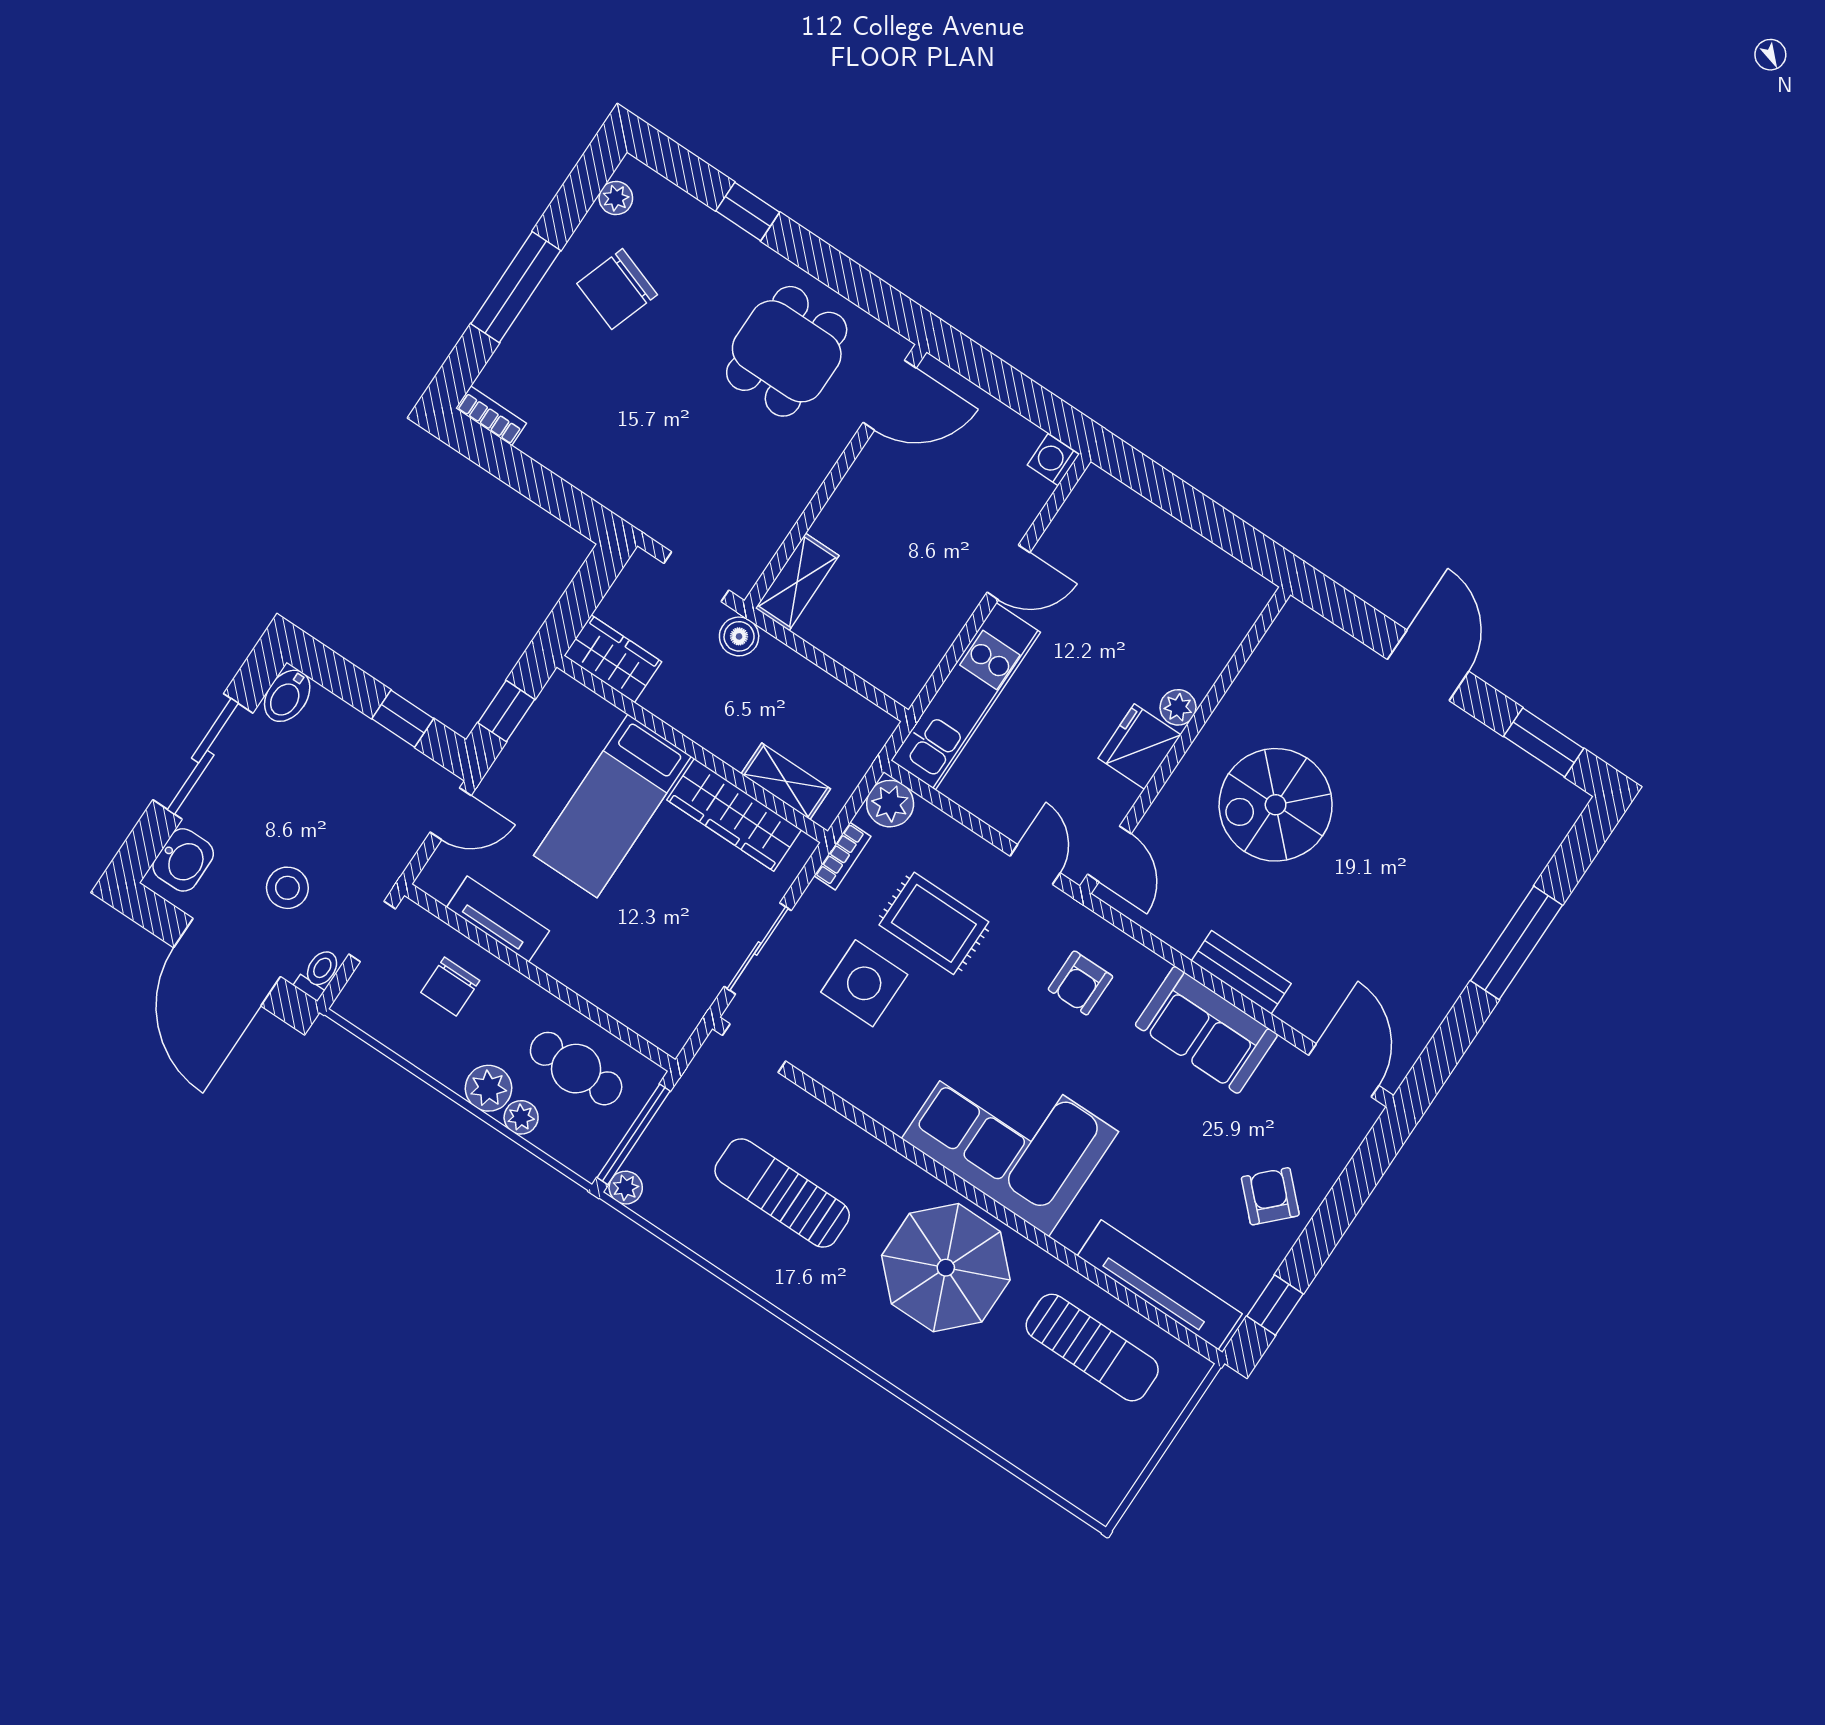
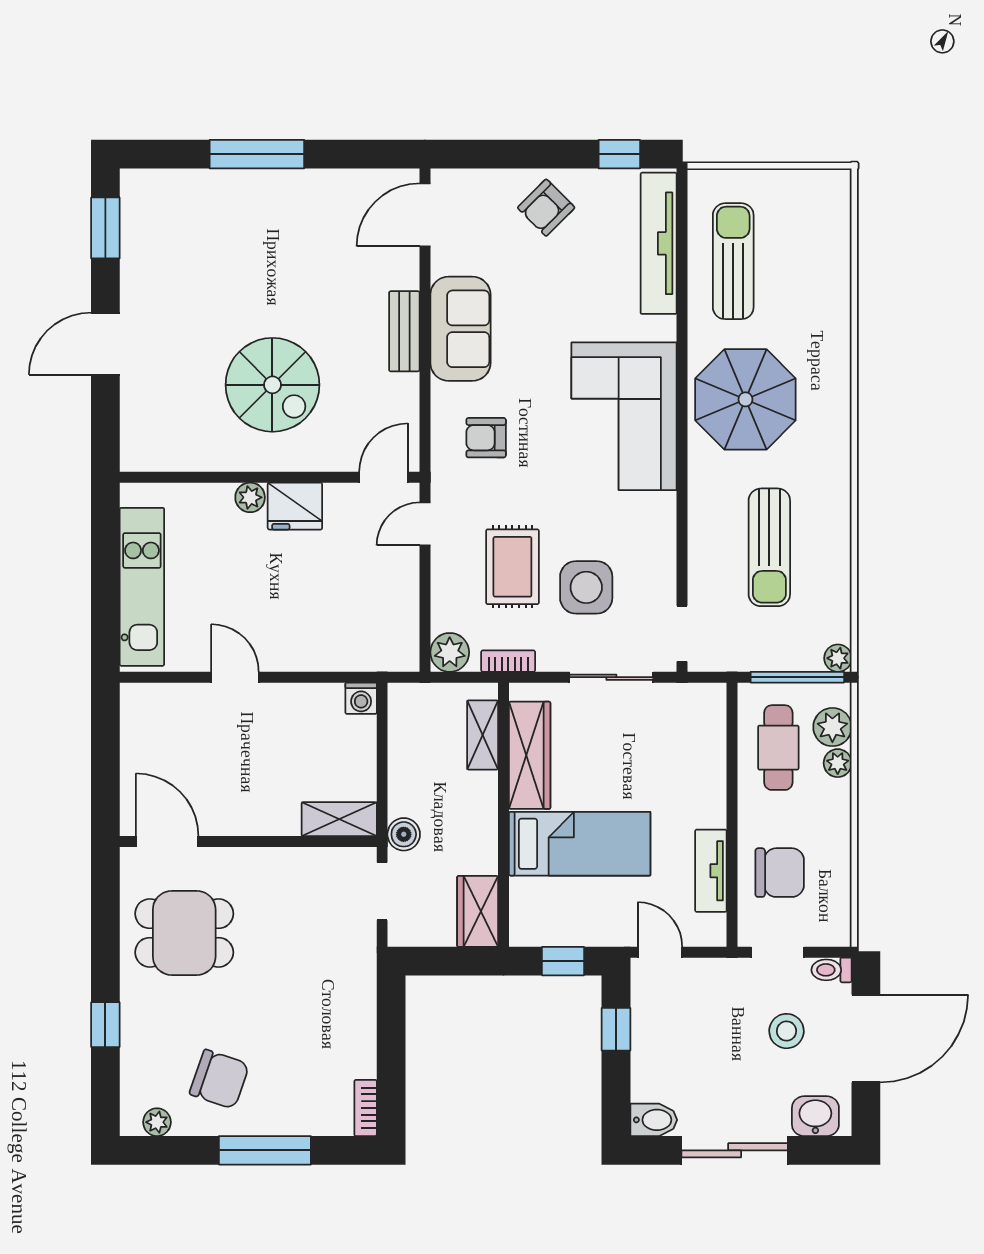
washing machine: (1053, 460) -> (361, 698), moved
kitchen unit: (966, 696) -> (142, 587), moved, turned 90
armchair: (1080, 983) -> (486, 438), turned 180
chair: (450, 986) -> (780, 873), width x1.37, depth x1.37
plant: (488, 1088) -> (832, 727), moved

